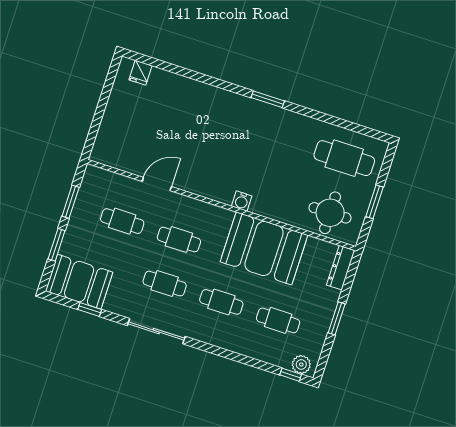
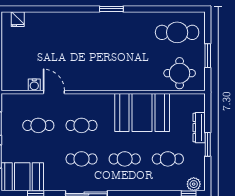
door: (157, 184) -> (54, 92), hinge flipped
water cooler: (242, 201) -> (34, 85), moved
dresser: (341, 268) -> (199, 128), moved

